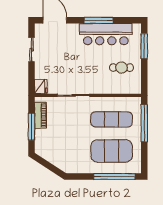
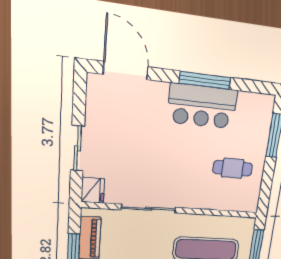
bar counter: (106, 34) -> (202, 106), width x0.73
sliding door: (31, 50) -> (77, 148), moved

